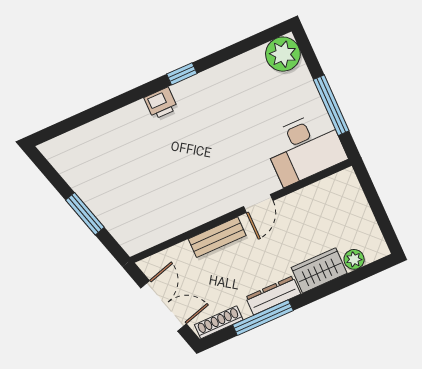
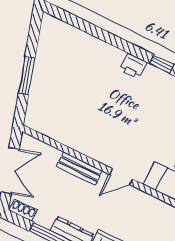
shoe rack: (219, 322) -> (23, 210), width x0.70

